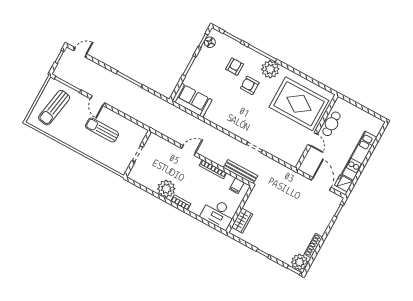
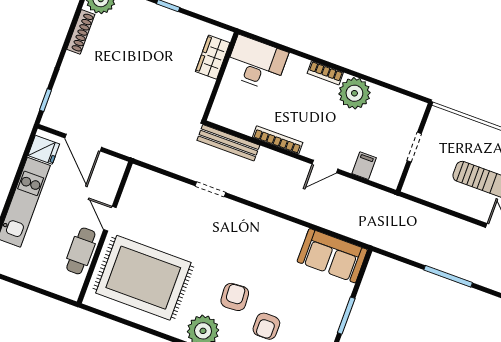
armchair: (250, 85) -> (235, 297), turned -94
filing cabinet: (237, 186) -> (364, 166), moved

